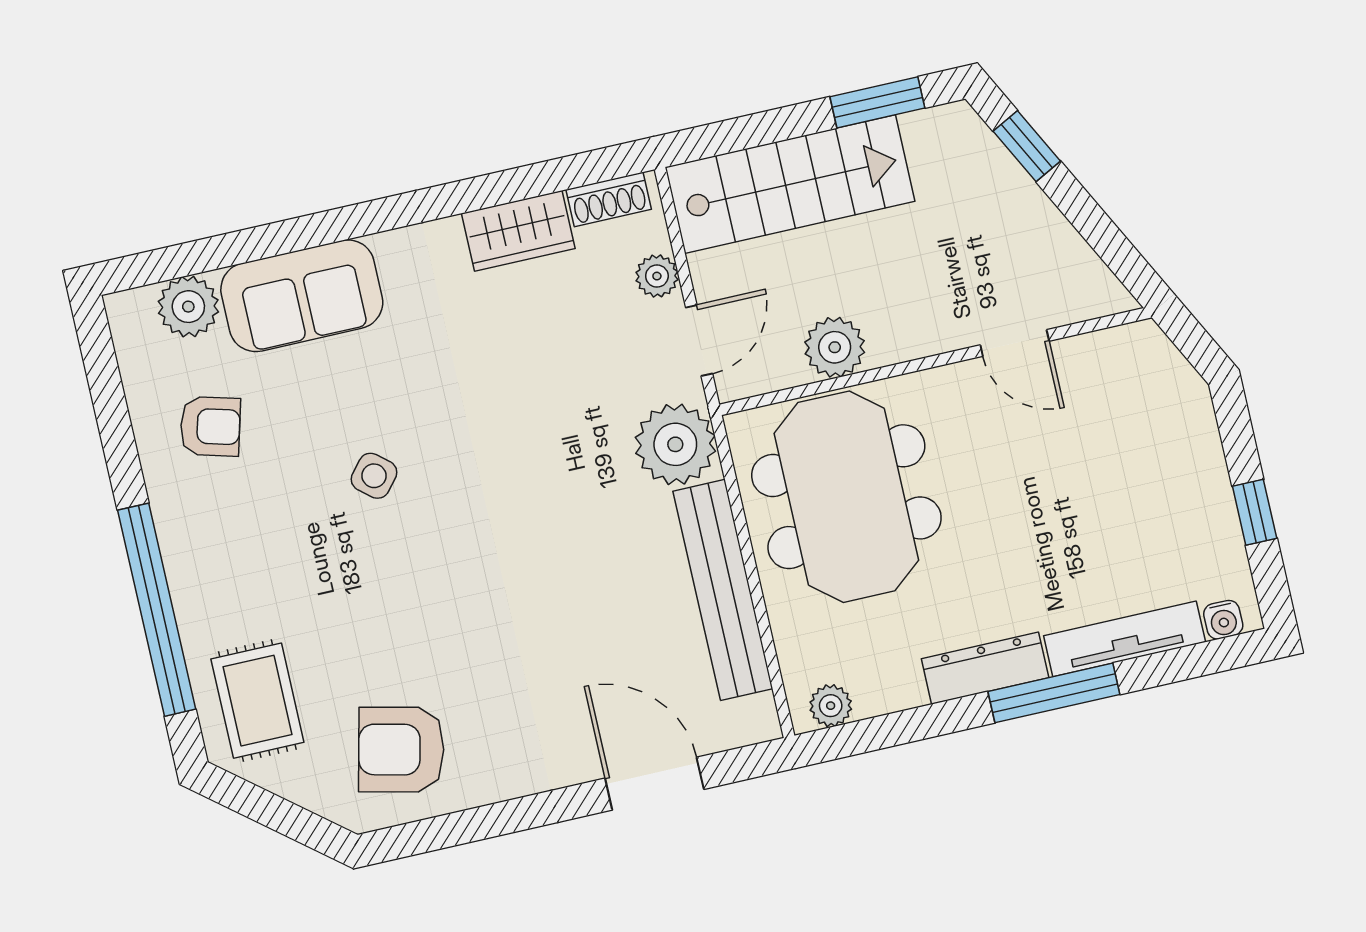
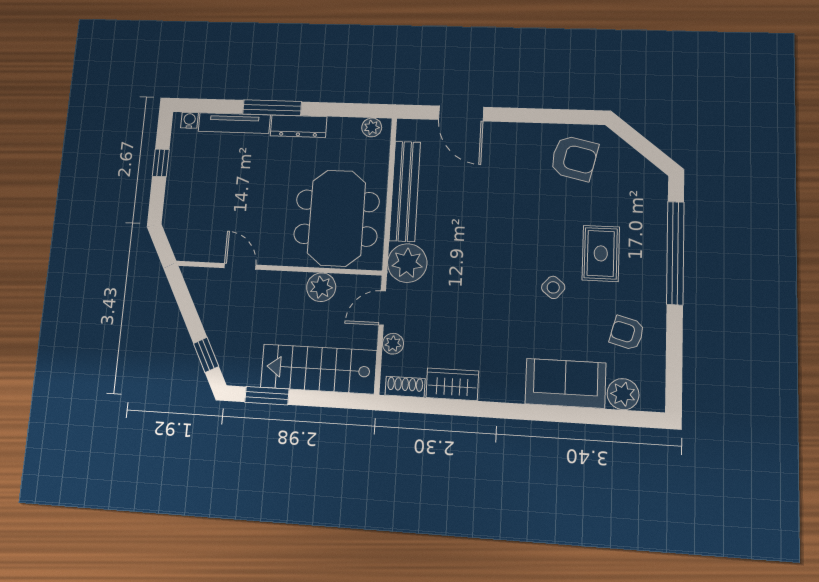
rug: (257, 701) -> (601, 253), moved

